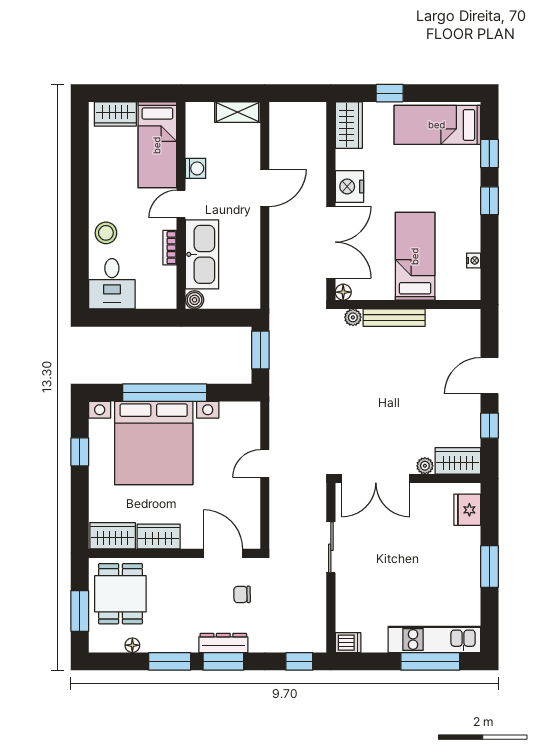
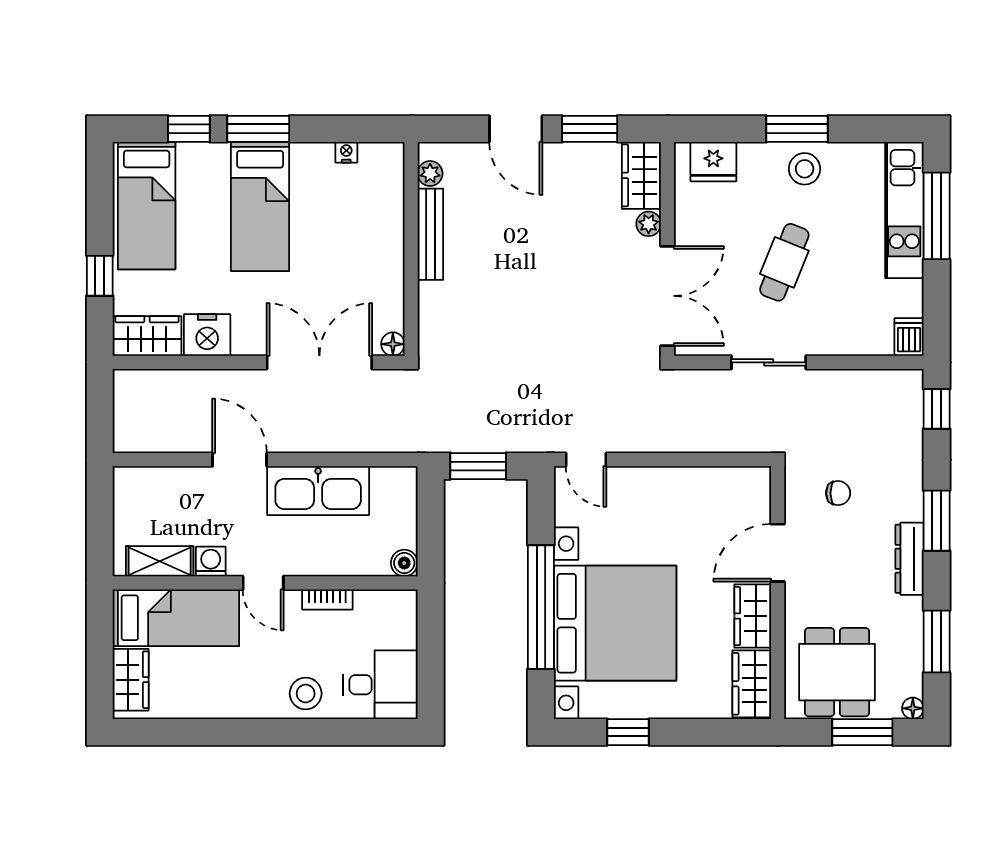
shelving: (238, 112) -> (160, 561), moved, turned 90
nightstand: (349, 186) -> (207, 335), moved
window: (489, 201) -> (258, 129), width x1.50
kitchen sink: (202, 254) -> (318, 491), moved, turned 180
bed: (415, 256) -> (260, 206), moved, turned -90
plant: (353, 317) -> (430, 173), moved
bench: (394, 318) -> (430, 234), moved
window: (489, 426) -> (590, 129), width x1.50
door: (265, 463) -> (586, 460), moved
door: (223, 553) -> (778, 553), moved
cafe table: (399, 558) -> (784, 262), added
stool: (462, 572) -> (805, 169), added
dining table: (120, 594) -> (837, 672), turned 90
chair: (242, 594) -> (838, 493), turned -89
dresser: (223, 643) -> (909, 559), moved
floor lamp: (132, 645) -> (913, 708), moved
window: (170, 661) -> (937, 642), moved

